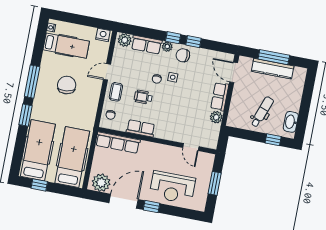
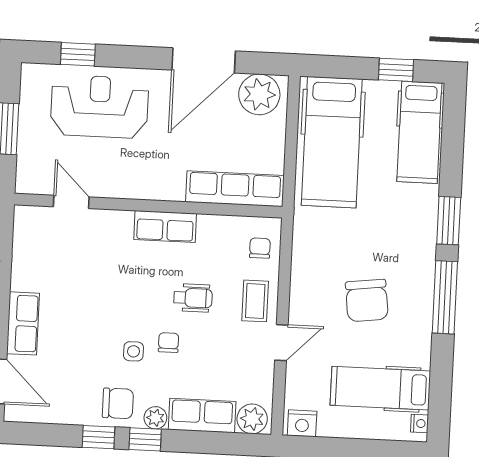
plant: (216, 117) -> (24, 276), removed
row of seats: (141, 128) -> (165, 227), moved
hospital bed: (38, 150) -> (419, 132), width x0.73, depth x0.78
window: (152, 207) -> (78, 54), moved

